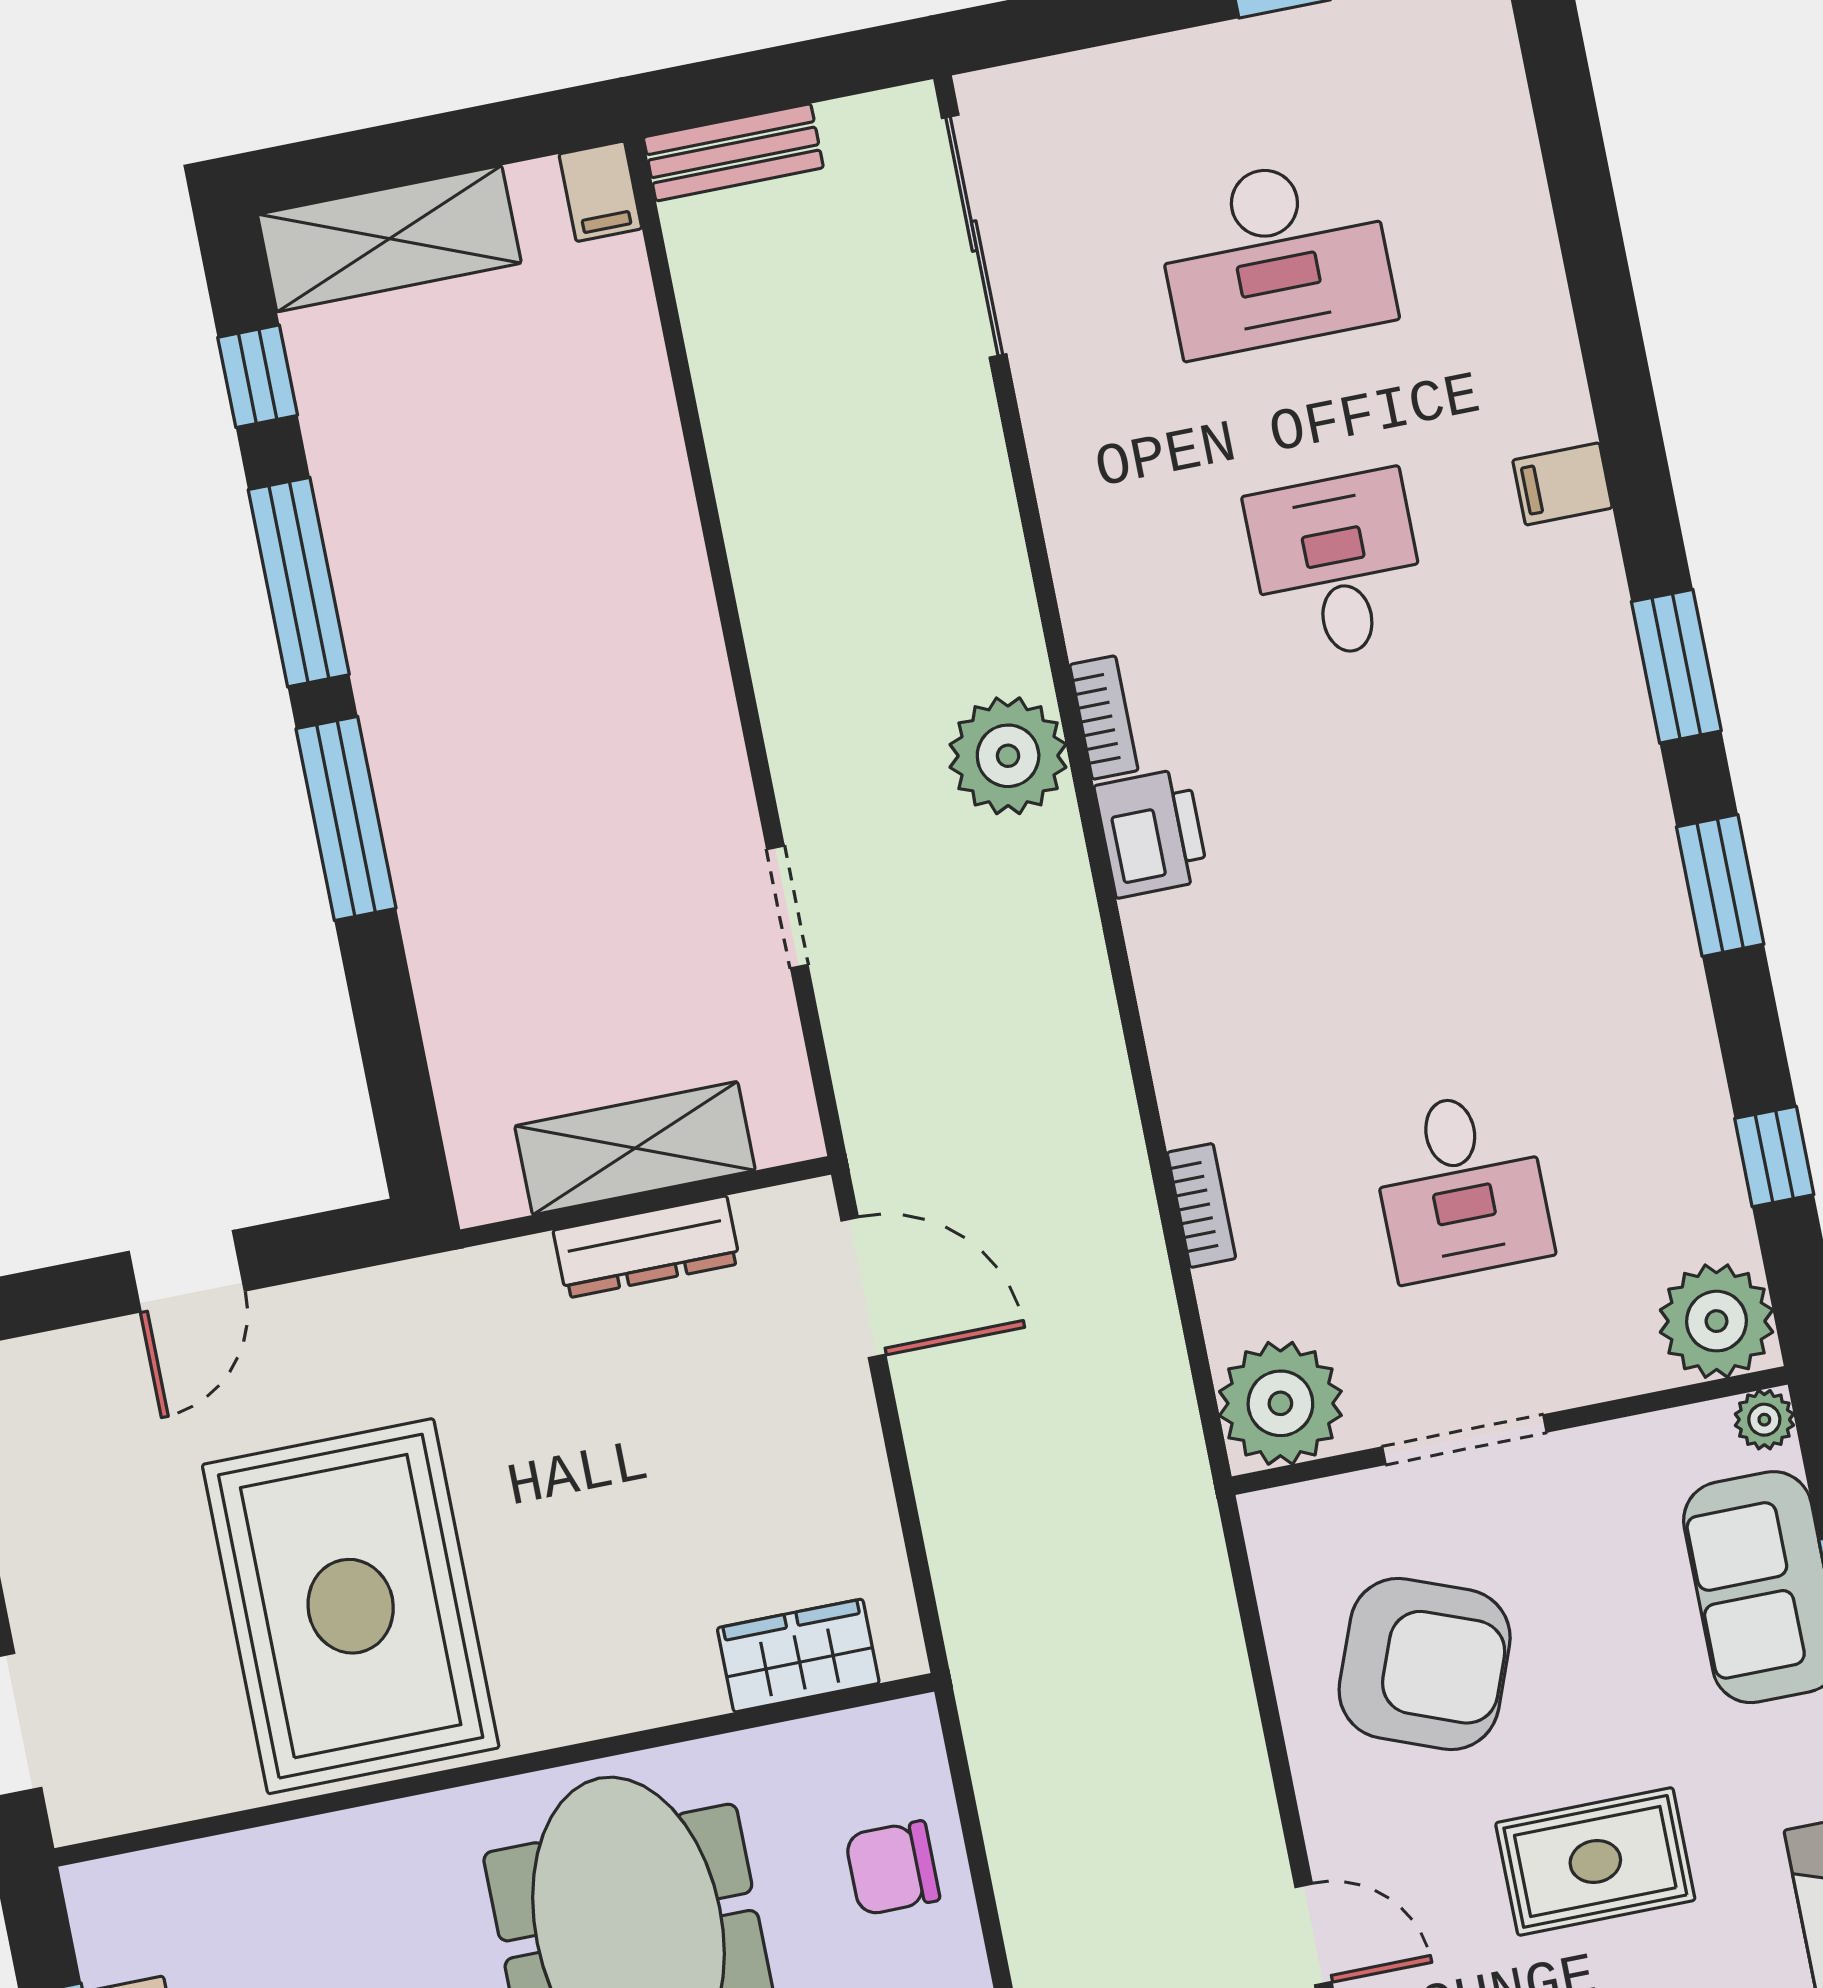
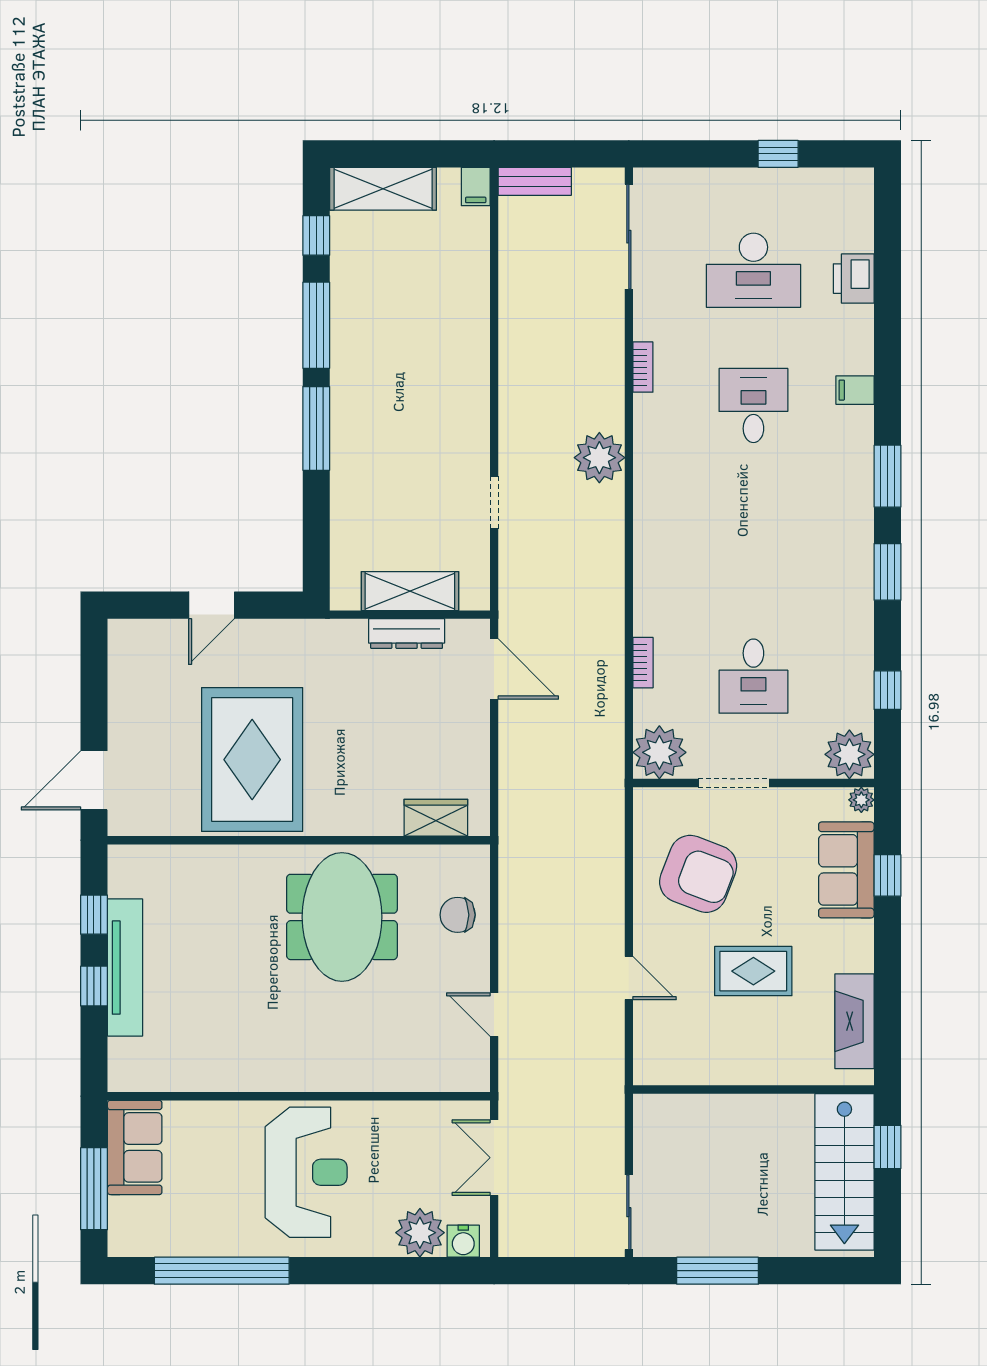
bookcase: (1104, 718) -> (643, 367), moved
printer: (1152, 833) -> (854, 279), moved, turned 180

